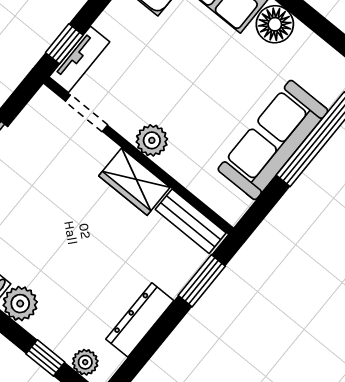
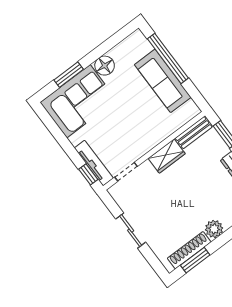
tv unit: (79, 59) -> (94, 163), width x1.41
plant: (152, 140) -> (148, 142), removed

